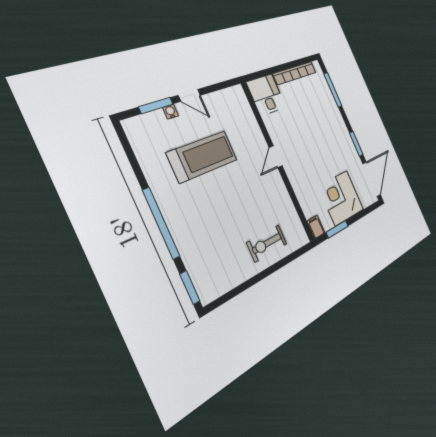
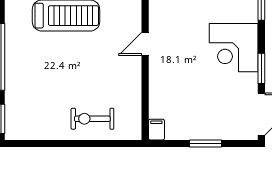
corner desk: (341, 198) -> (234, 48), moved, turned -90
window: (337, 229) -> (205, 143), moved

